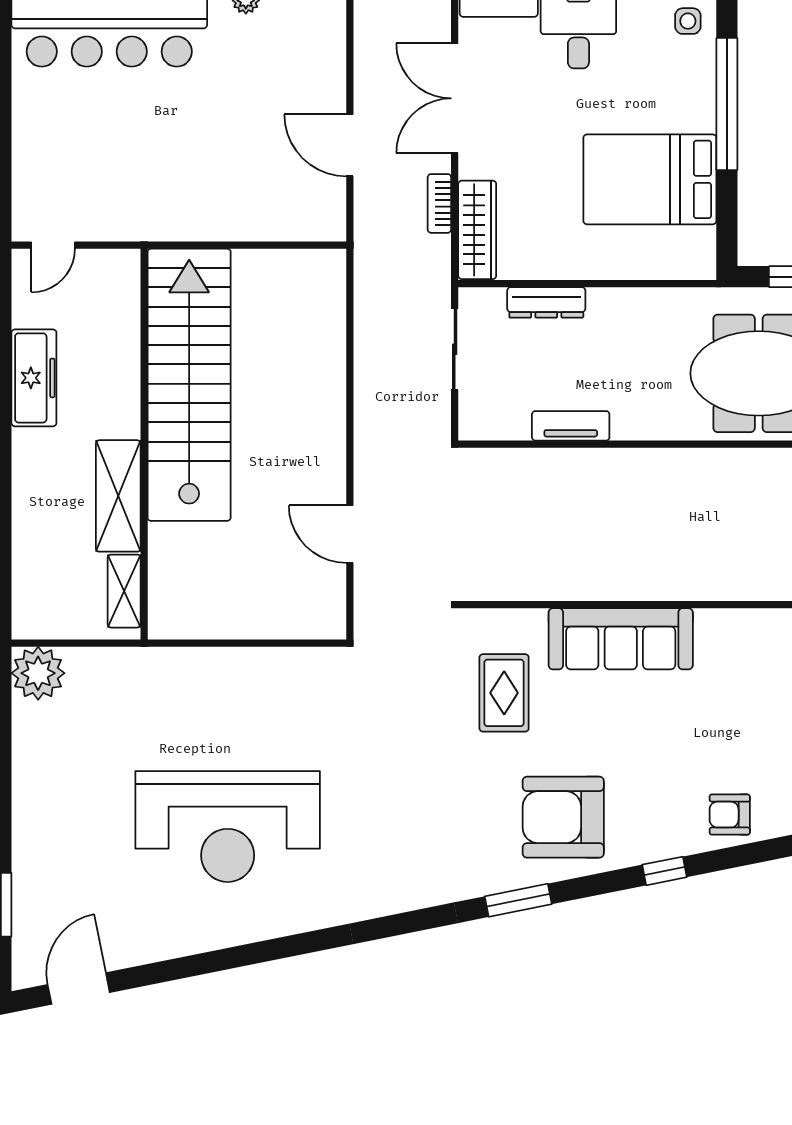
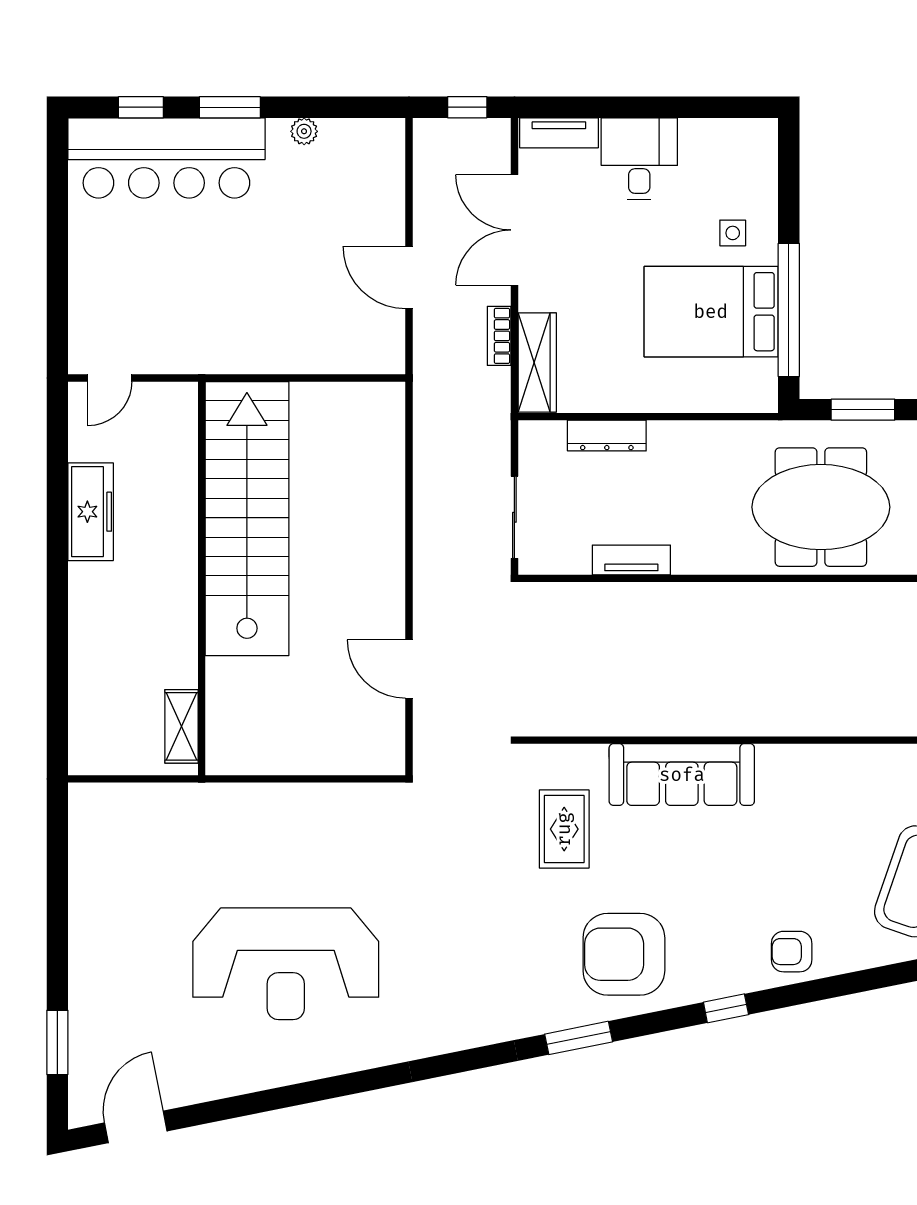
side table: (688, 21) -> (733, 233), moved
window: (727, 104) -> (789, 310), moved
sliding door: (455, 349) -> (514, 517), moved
shelving: (118, 496) -> (176, 631), removed
plant: (38, 673) -> (95, 809), removed

